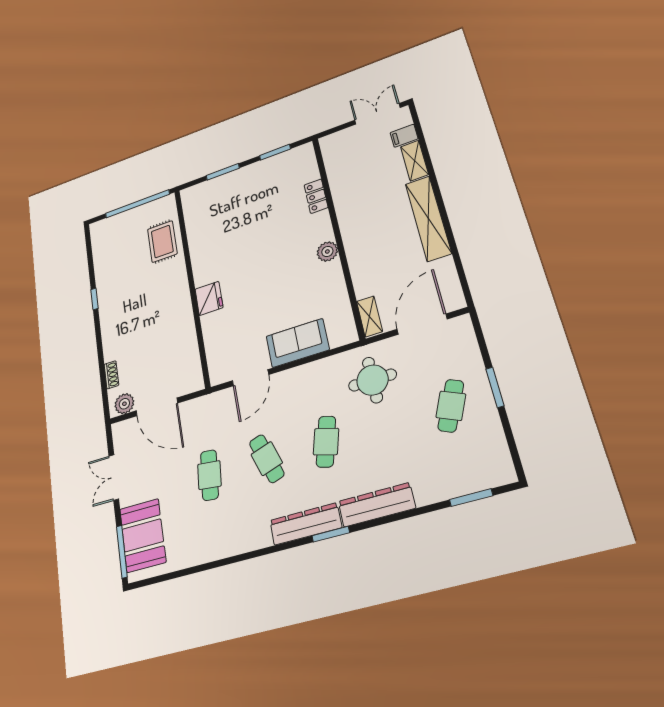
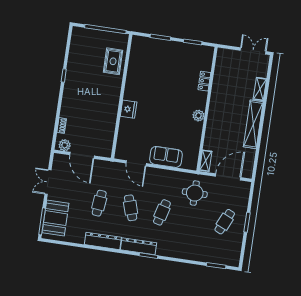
filing cabinet: (404, 136) -> (261, 72), removed
door: (250, 378) -> (136, 163), hinge flipped
dresser: (377, 505) -> (103, 241), moved

